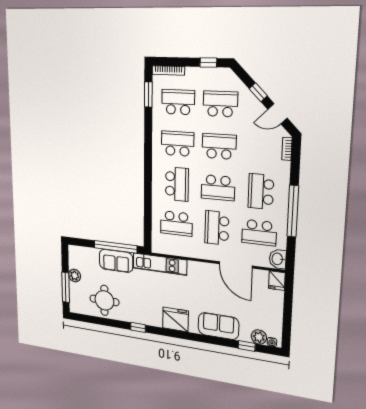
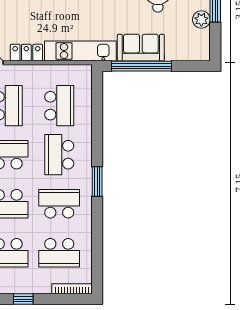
window: (148, 95) -> (97, 182), moved
school desk: (177, 144) -> (59, 204), turned 180
school desk: (176, 223) -> (59, 106), turned 90
locker: (201, 268) -> (26, 53), added

